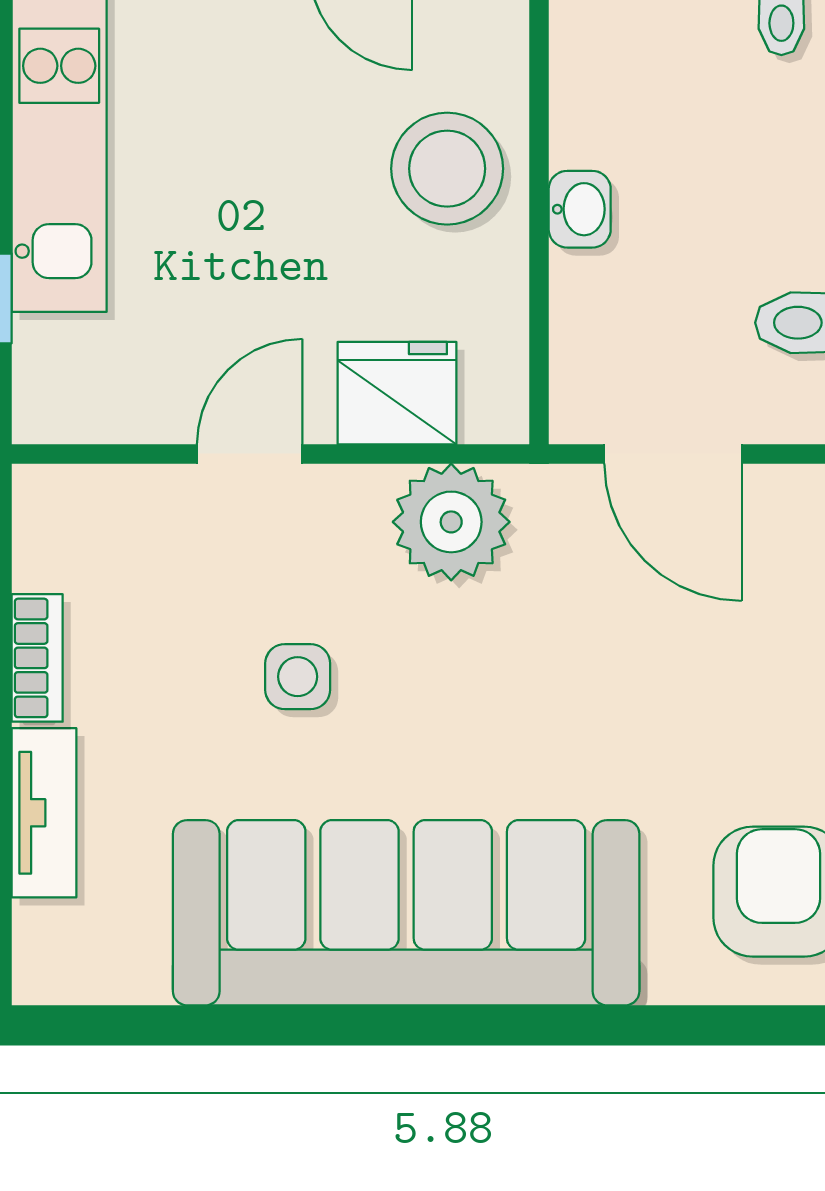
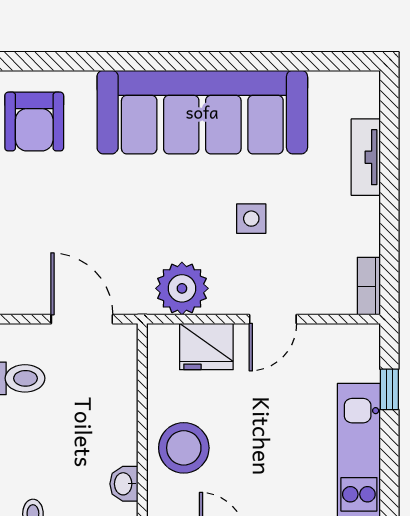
washbasin: (580, 209) -> (124, 484), moved
bookcase: (37, 658) -> (369, 286), moved

